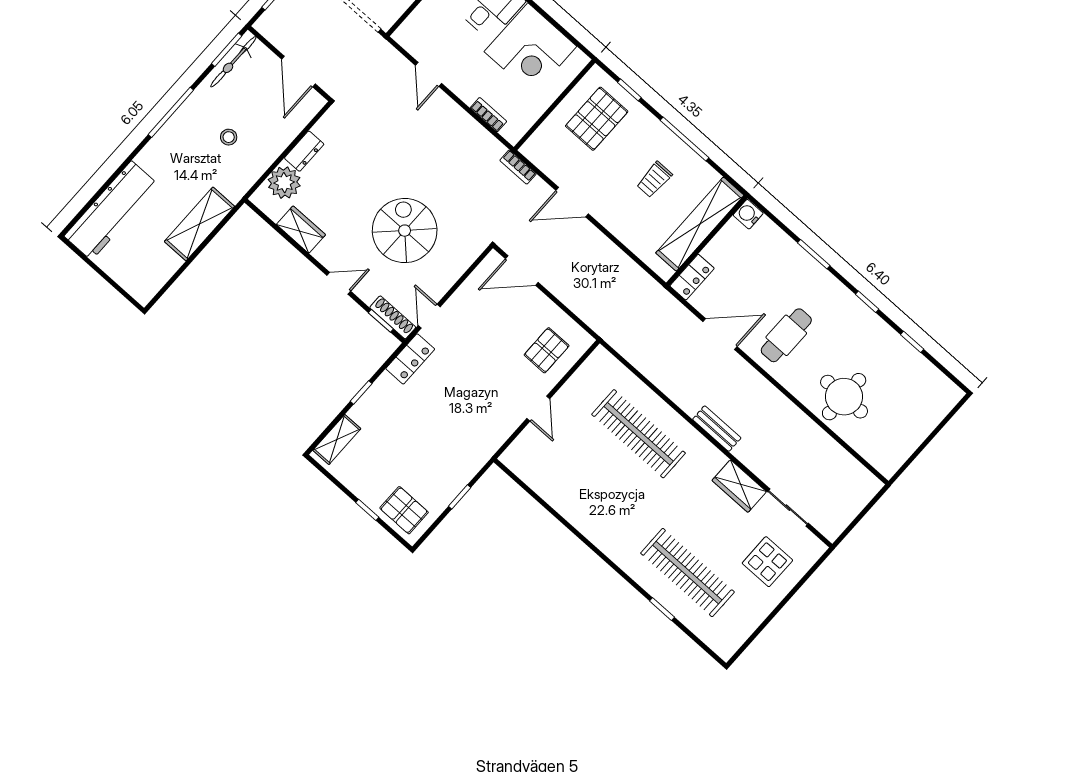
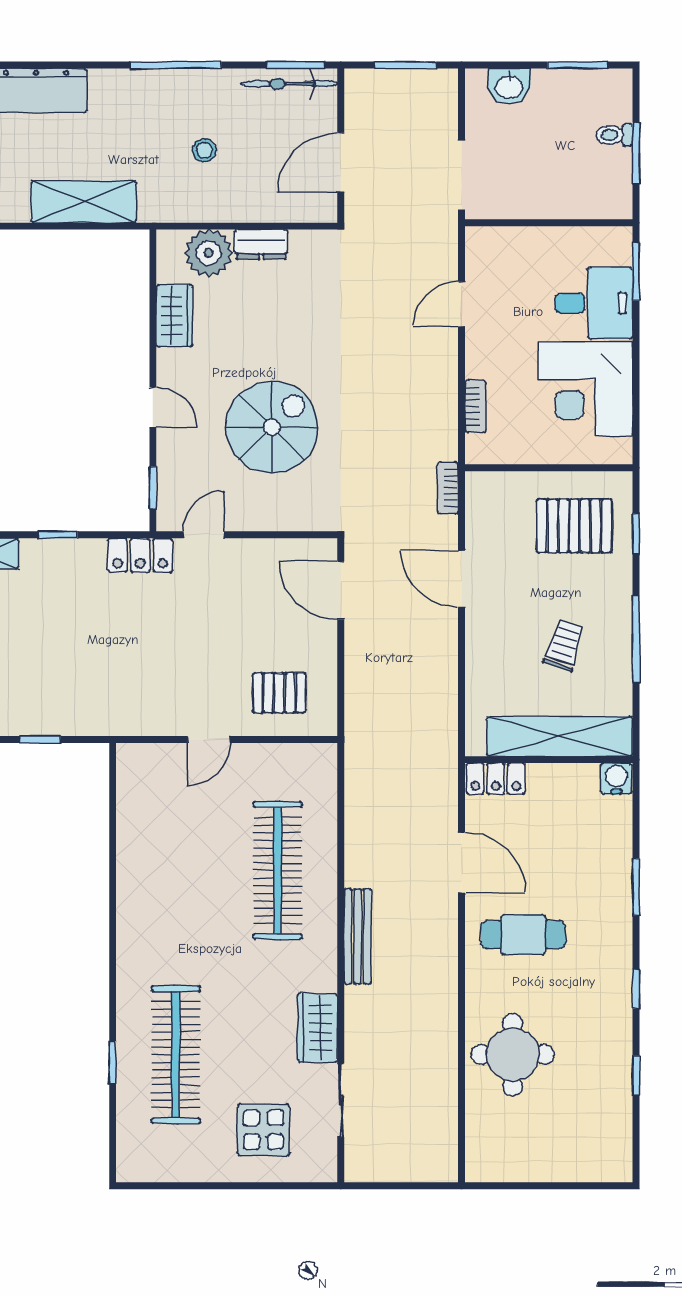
trolley: (654, 179) -> (564, 645), turned 108
shoe rack: (393, 317) -> (168, 497), removed
bench: (717, 429) -> (357, 936), width x1.36

